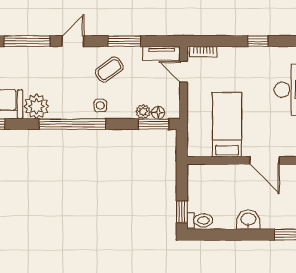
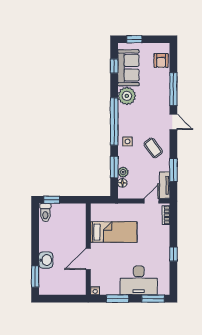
window: (124, 41) -> (173, 170), moved
window: (154, 124) -> (114, 167), moved
washbasin: (248, 220) -> (46, 260), moved

